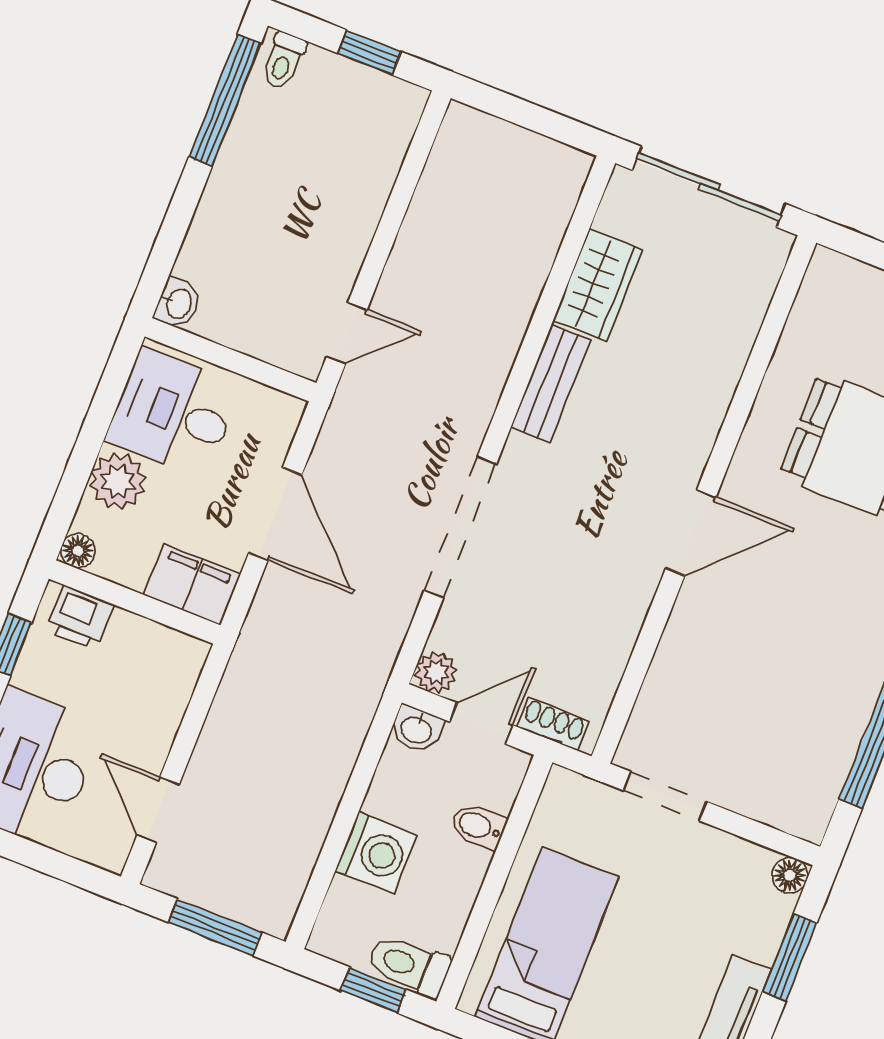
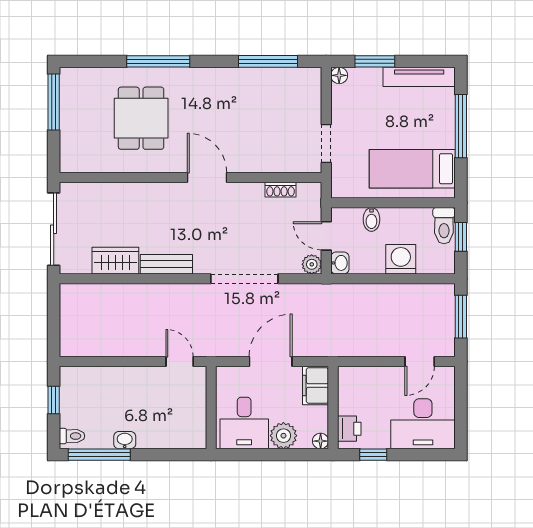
washbasin: (178, 303) -> (125, 440), moved
shoe rack: (553, 724) -> (281, 190), moved, turned -90

